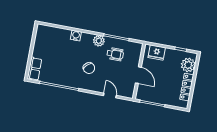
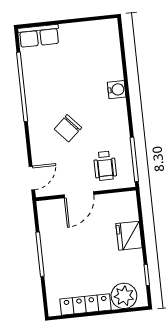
plant: (99, 41) -> (119, 131), removed
wall: (139, 71) -> (86, 194), moved
door: (138, 75) -> (79, 195), moved

